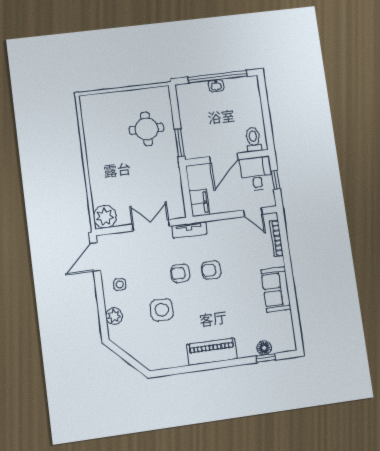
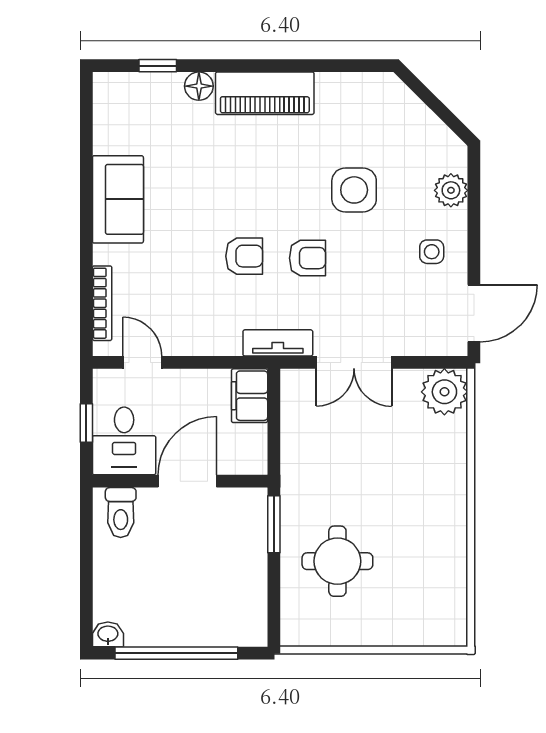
washbasin: (216, 86) -> (108, 634), moved
floor lamp: (264, 348) -> (199, 86), moved

